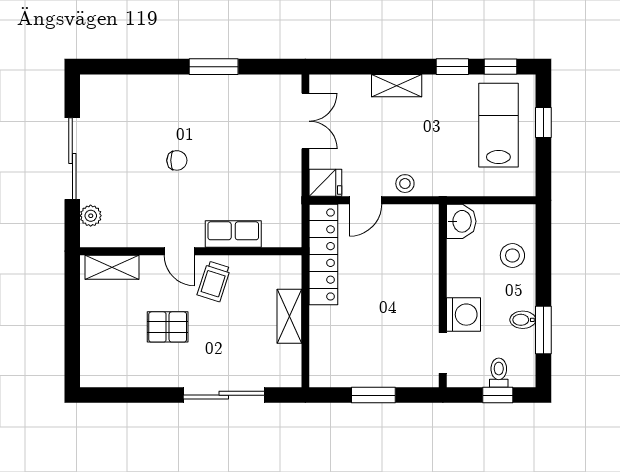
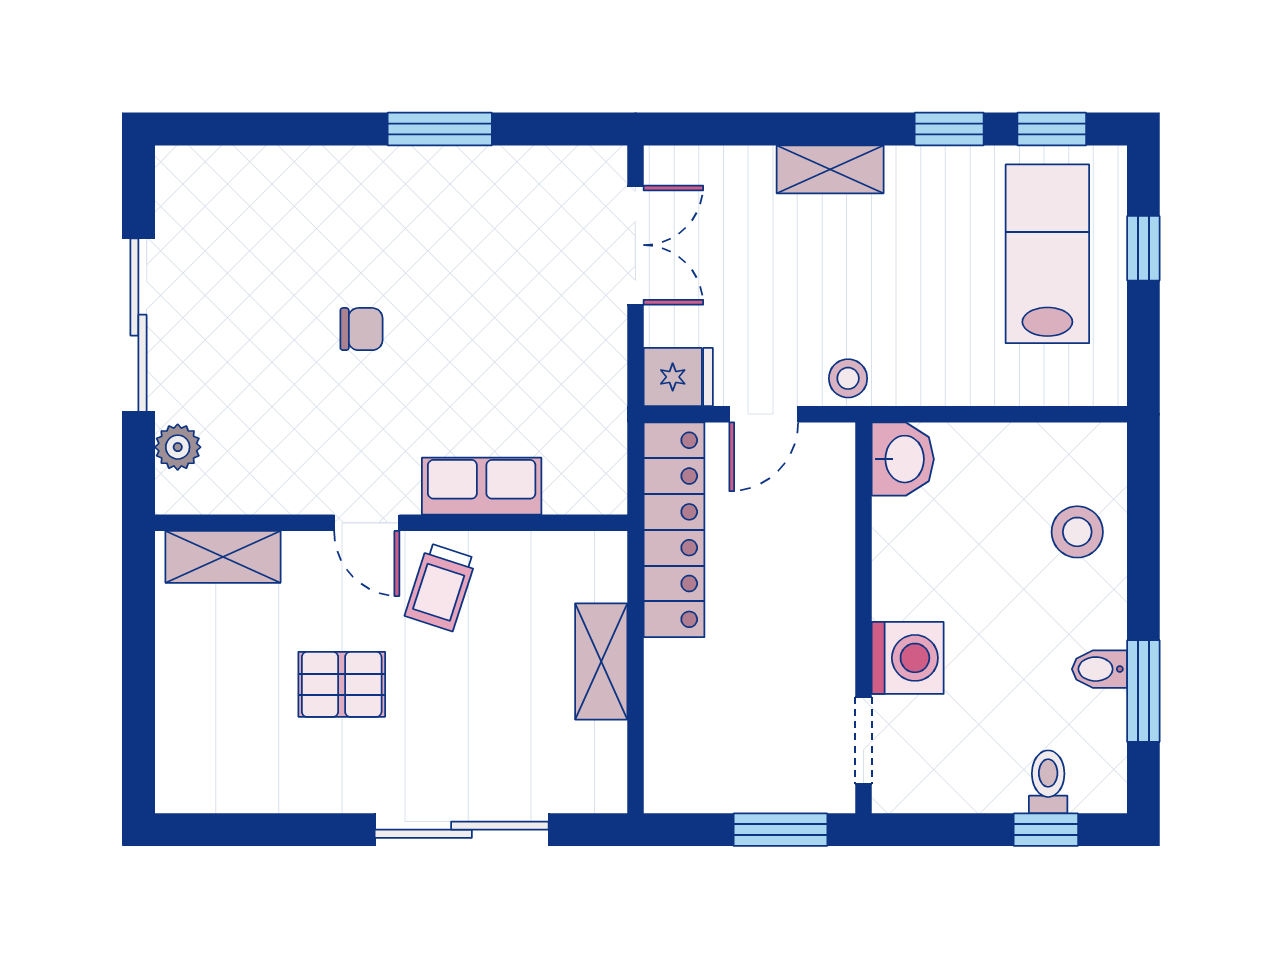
washbasin: (461, 221) -> (903, 459), moved
wall: (443, 296) -> (864, 618), moved
washing machine: (464, 315) -> (908, 658), moved
doorway: (443, 353) -> (864, 740), moved

